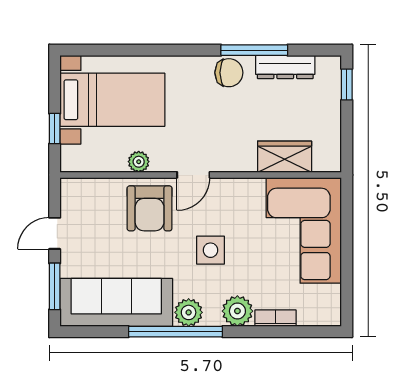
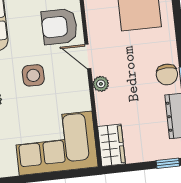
wardrobe: (285, 157) -> (111, 145), moved
plant: (139, 162) -> (101, 84), moved

